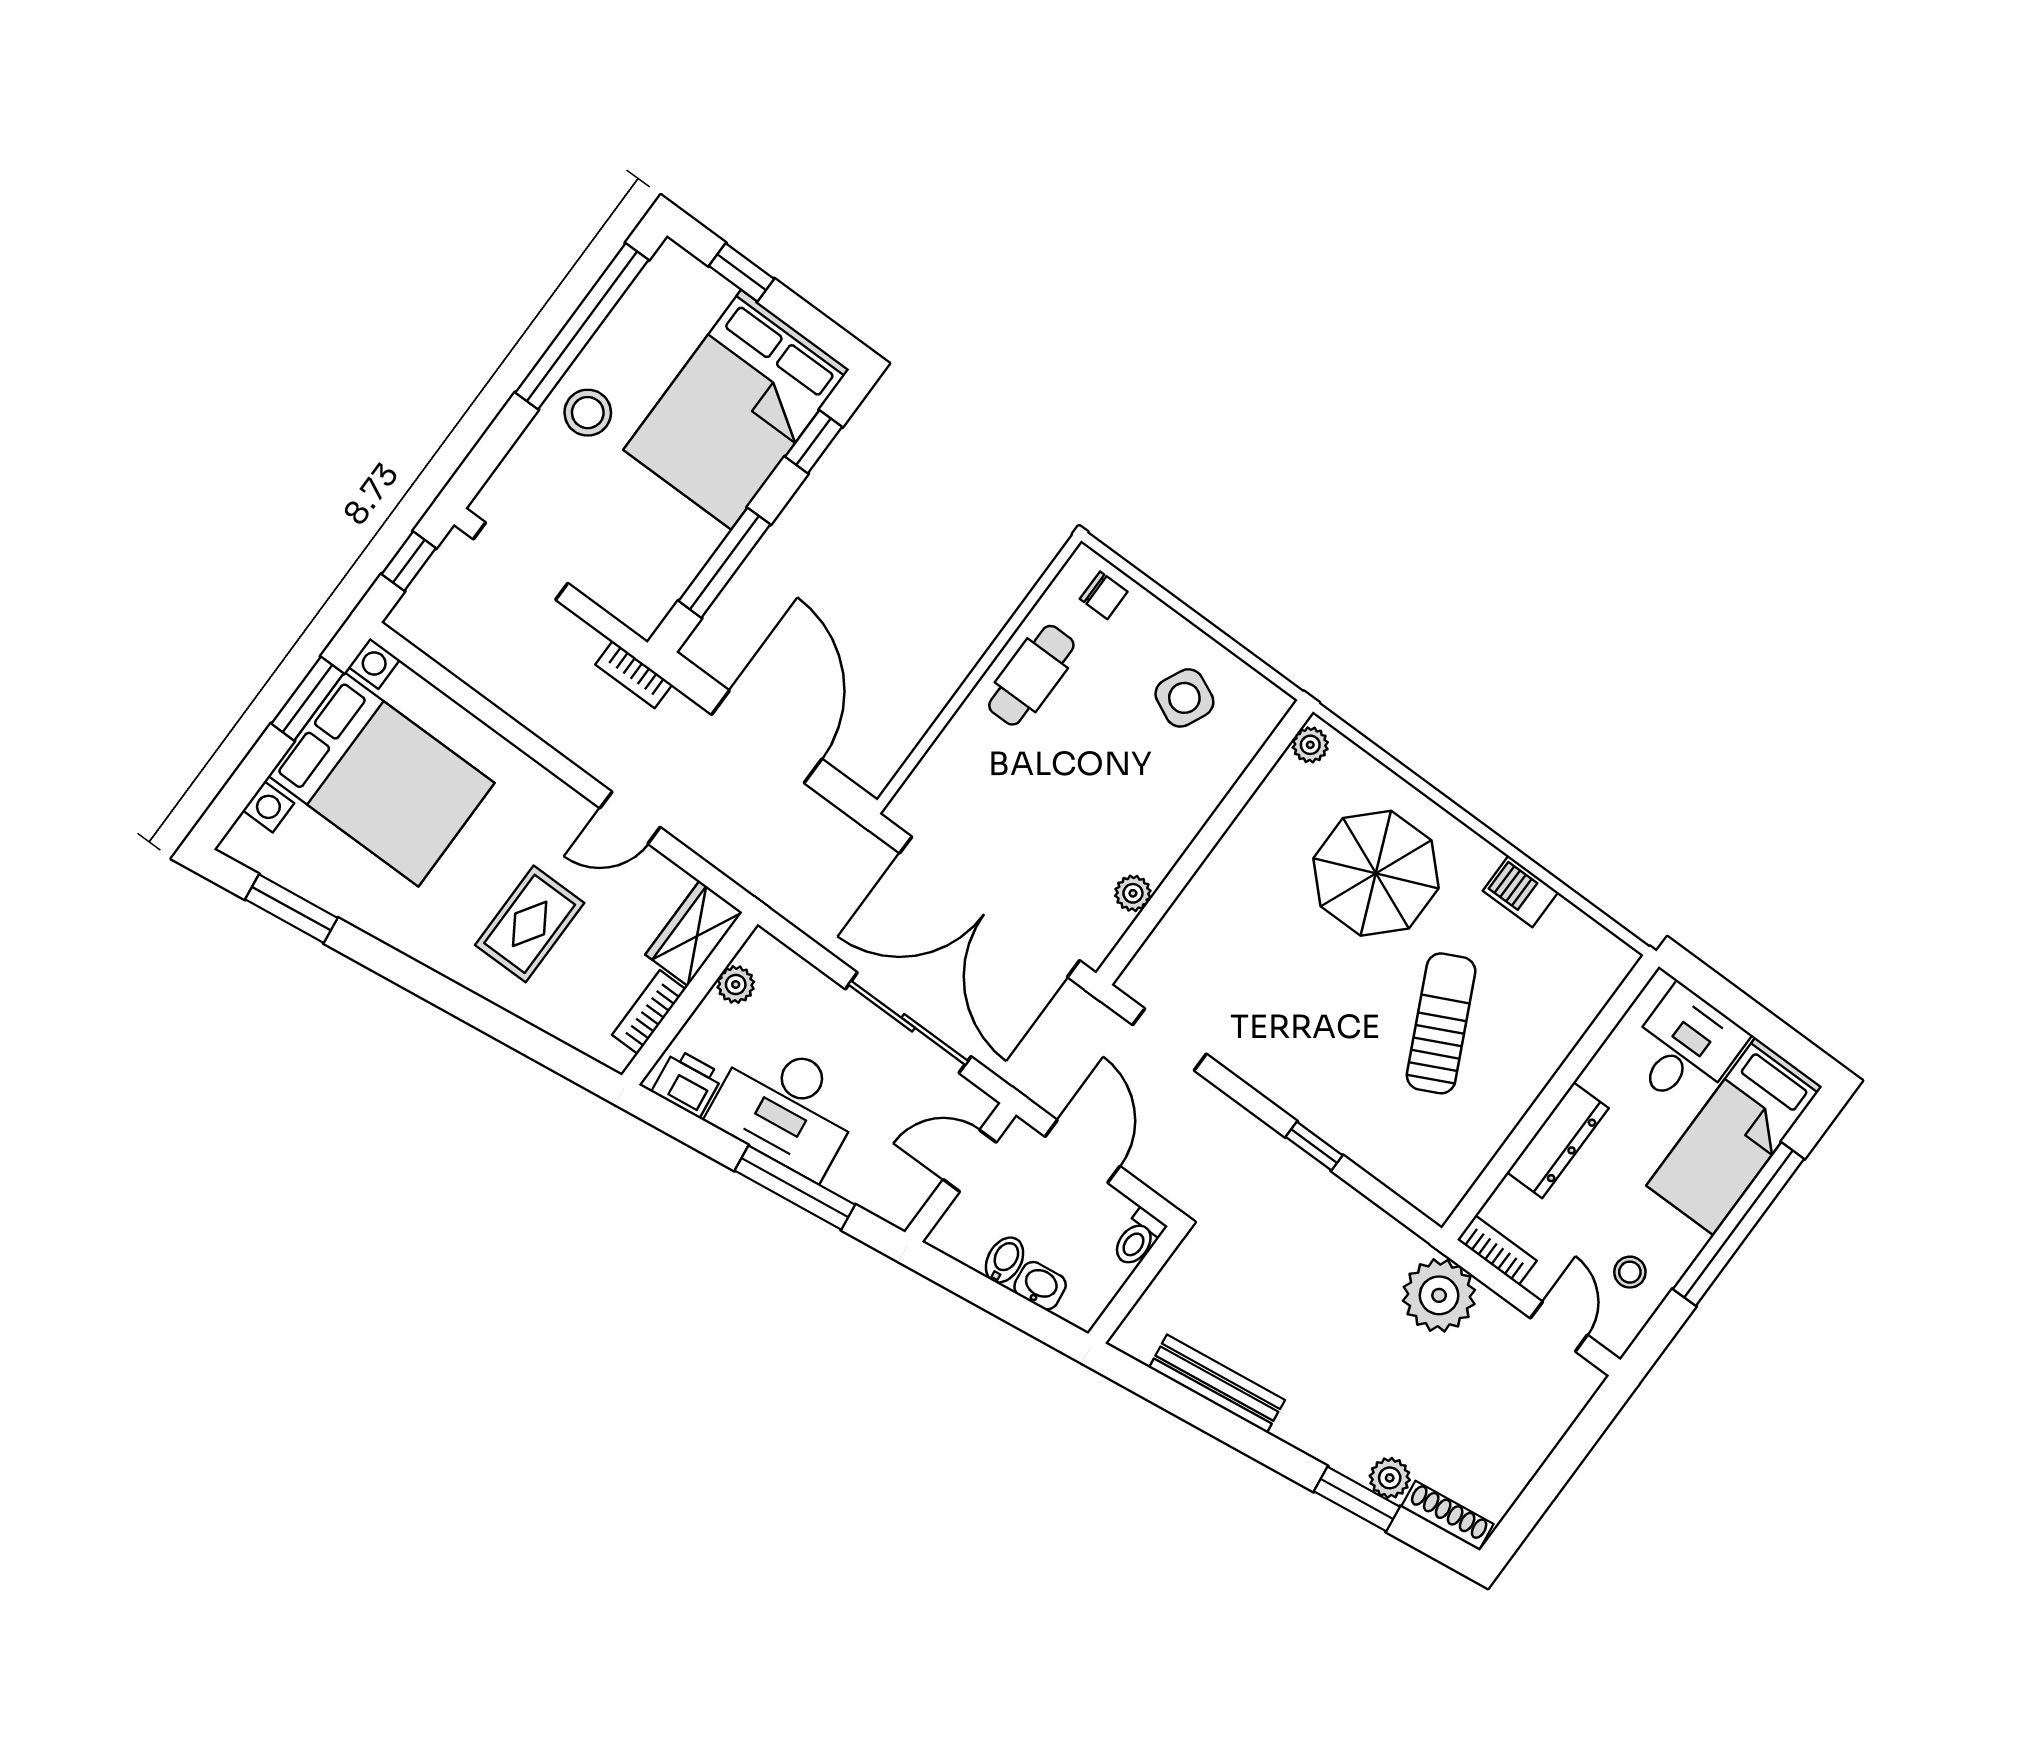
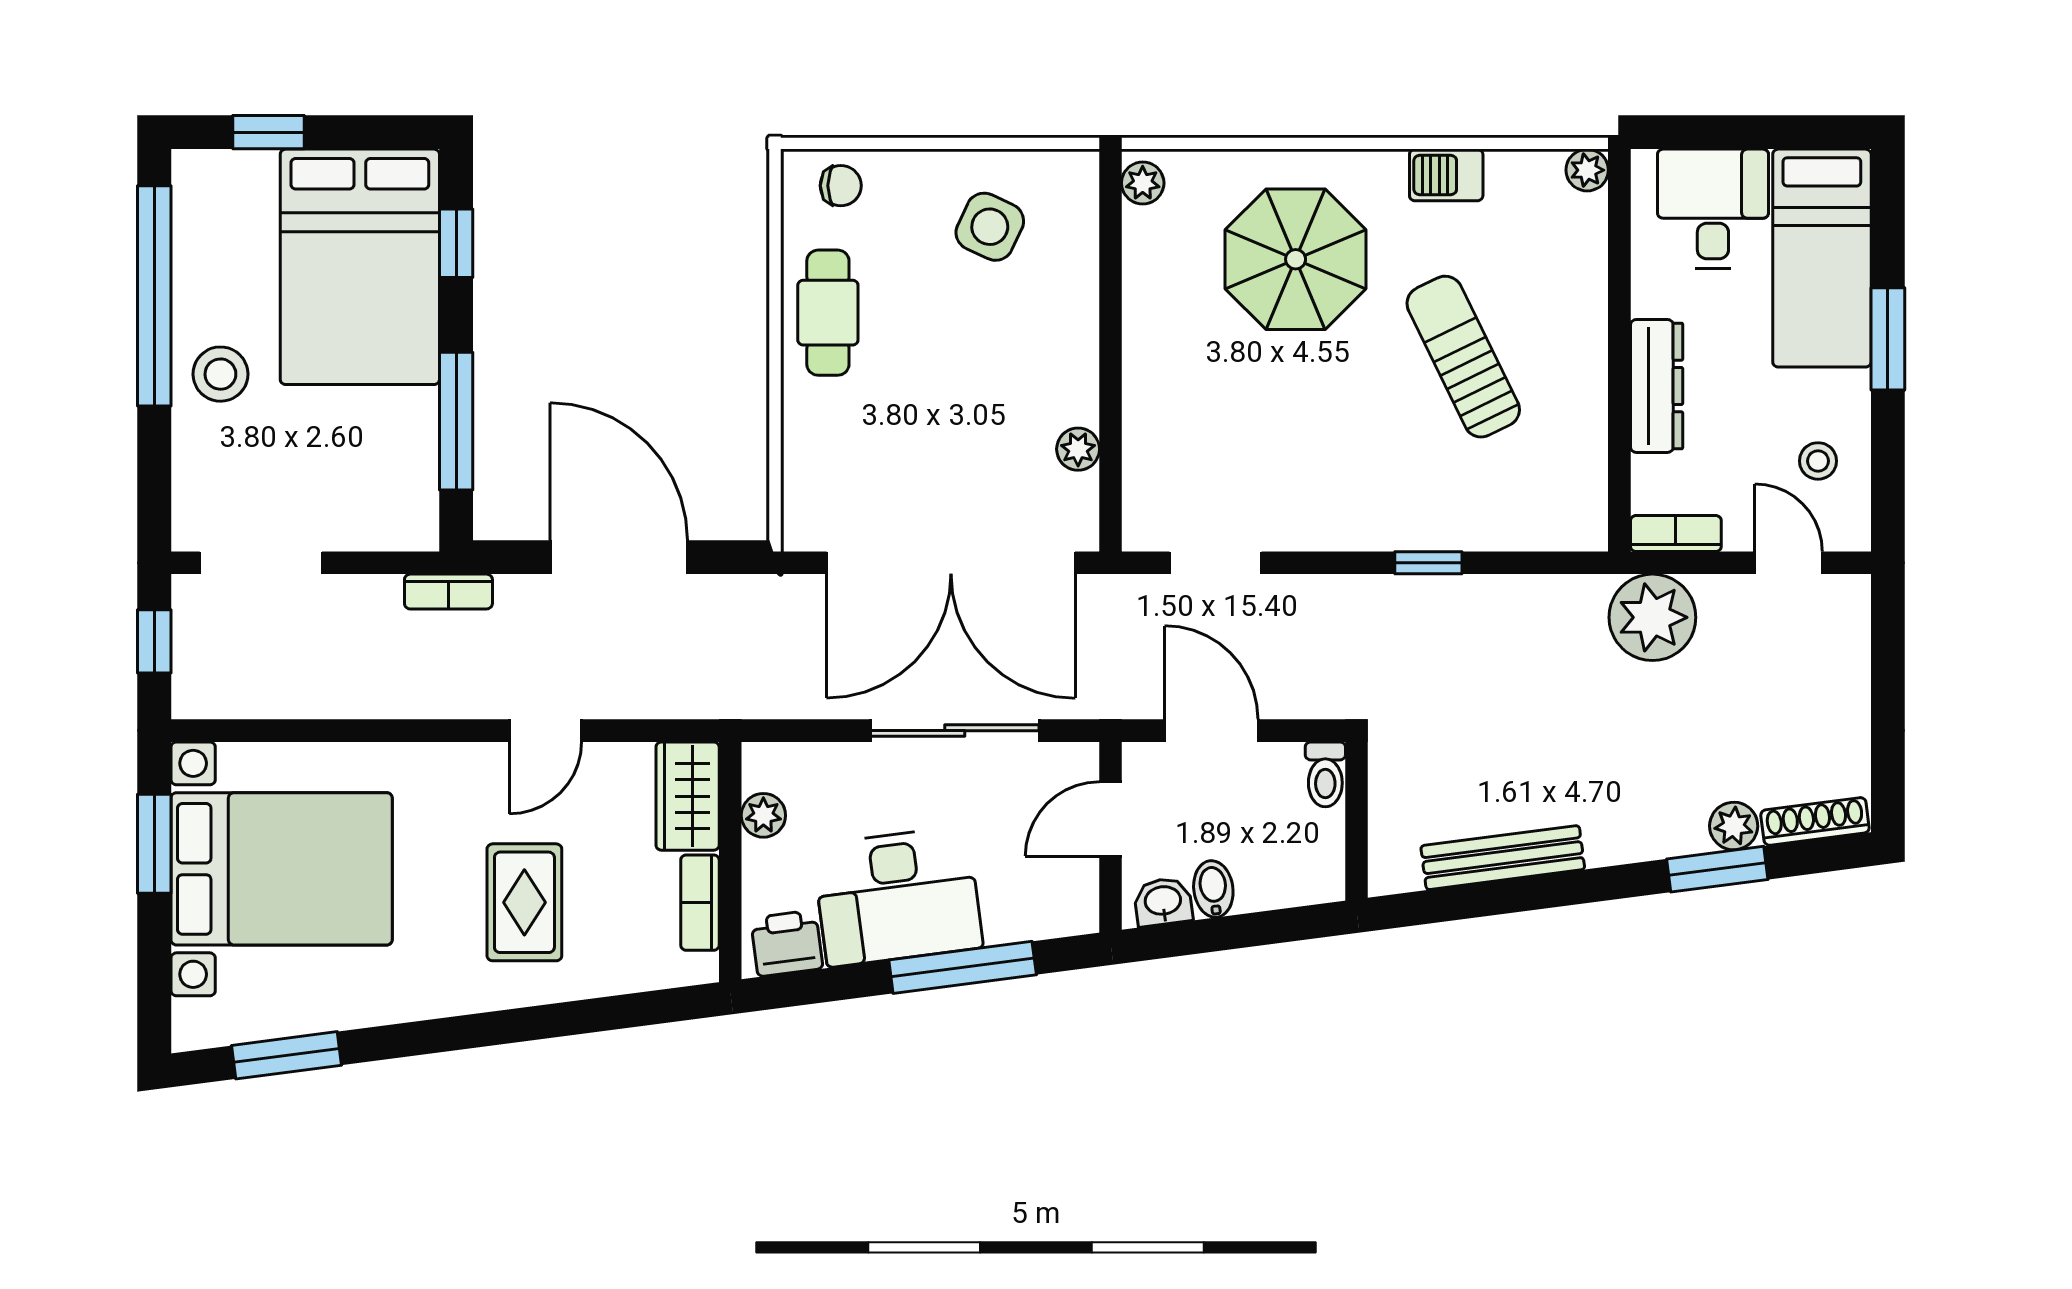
plant: (1619, 959) -> (1587, 170), added
window: (1739, 1224) -> (1888, 339), width x0.47
washbasin: (1040, 1286) -> (1163, 902), moved

